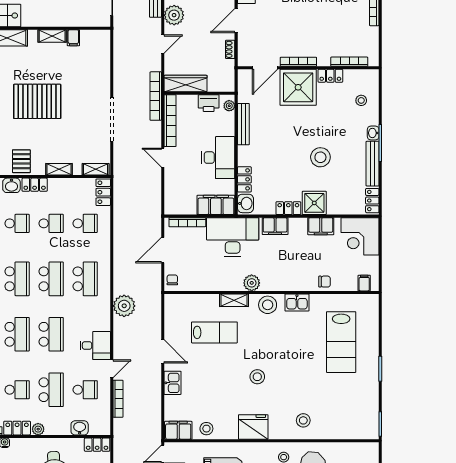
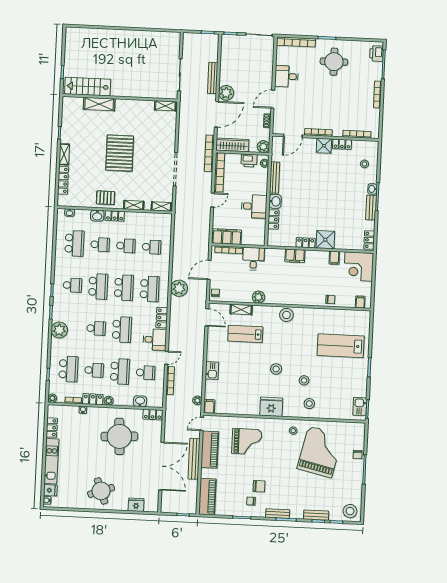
shelving: (52, 36) -> (165, 106), moved
filing cabinet: (73, 38) -> (149, 106), removed
door: (163, 44) -> (216, 114), width x1.88
plant: (227, 84) -> (263, 147), added
shower: (298, 87) -> (324, 146), width x0.54, depth x0.54
pallet: (37, 101) -> (120, 153), turned 90
stool: (320, 157) -> (332, 205), removed
door: (163, 158) -> (212, 200), swing flipped
desk: (218, 158) -> (254, 206), width x0.73
pallet: (21, 161) -> (106, 198), turned 90
bench: (373, 164) -> (371, 208), width x0.73
locker: (103, 192) -> (162, 318), moved
washbasin: (245, 203) -> (275, 201), moved
filing cabinet: (216, 205) -> (227, 237), moved
filing cabinet: (321, 226) -> (334, 258), width x0.50
desk: (233, 237) -> (253, 259), width x0.53, depth x0.77
plant: (252, 283) -> (259, 297), moved
shelving: (234, 300) -> (241, 309), moved
kitchen sink: (297, 303) -> (360, 407), moved, turned 90
plant: (124, 306) -> (179, 288), moved
lab bench: (214, 332) -> (245, 334), turned 180
school desk: (17, 334) -> (96, 328), width x0.54
lab bench: (341, 342) -> (341, 346), turned 90
door: (163, 351) -> (207, 317), moved
plant: (155, 423) -> (197, 400), added
stool: (206, 429) -> (304, 380), moved
filing cabinet: (178, 430) -> (209, 406), width x0.50

